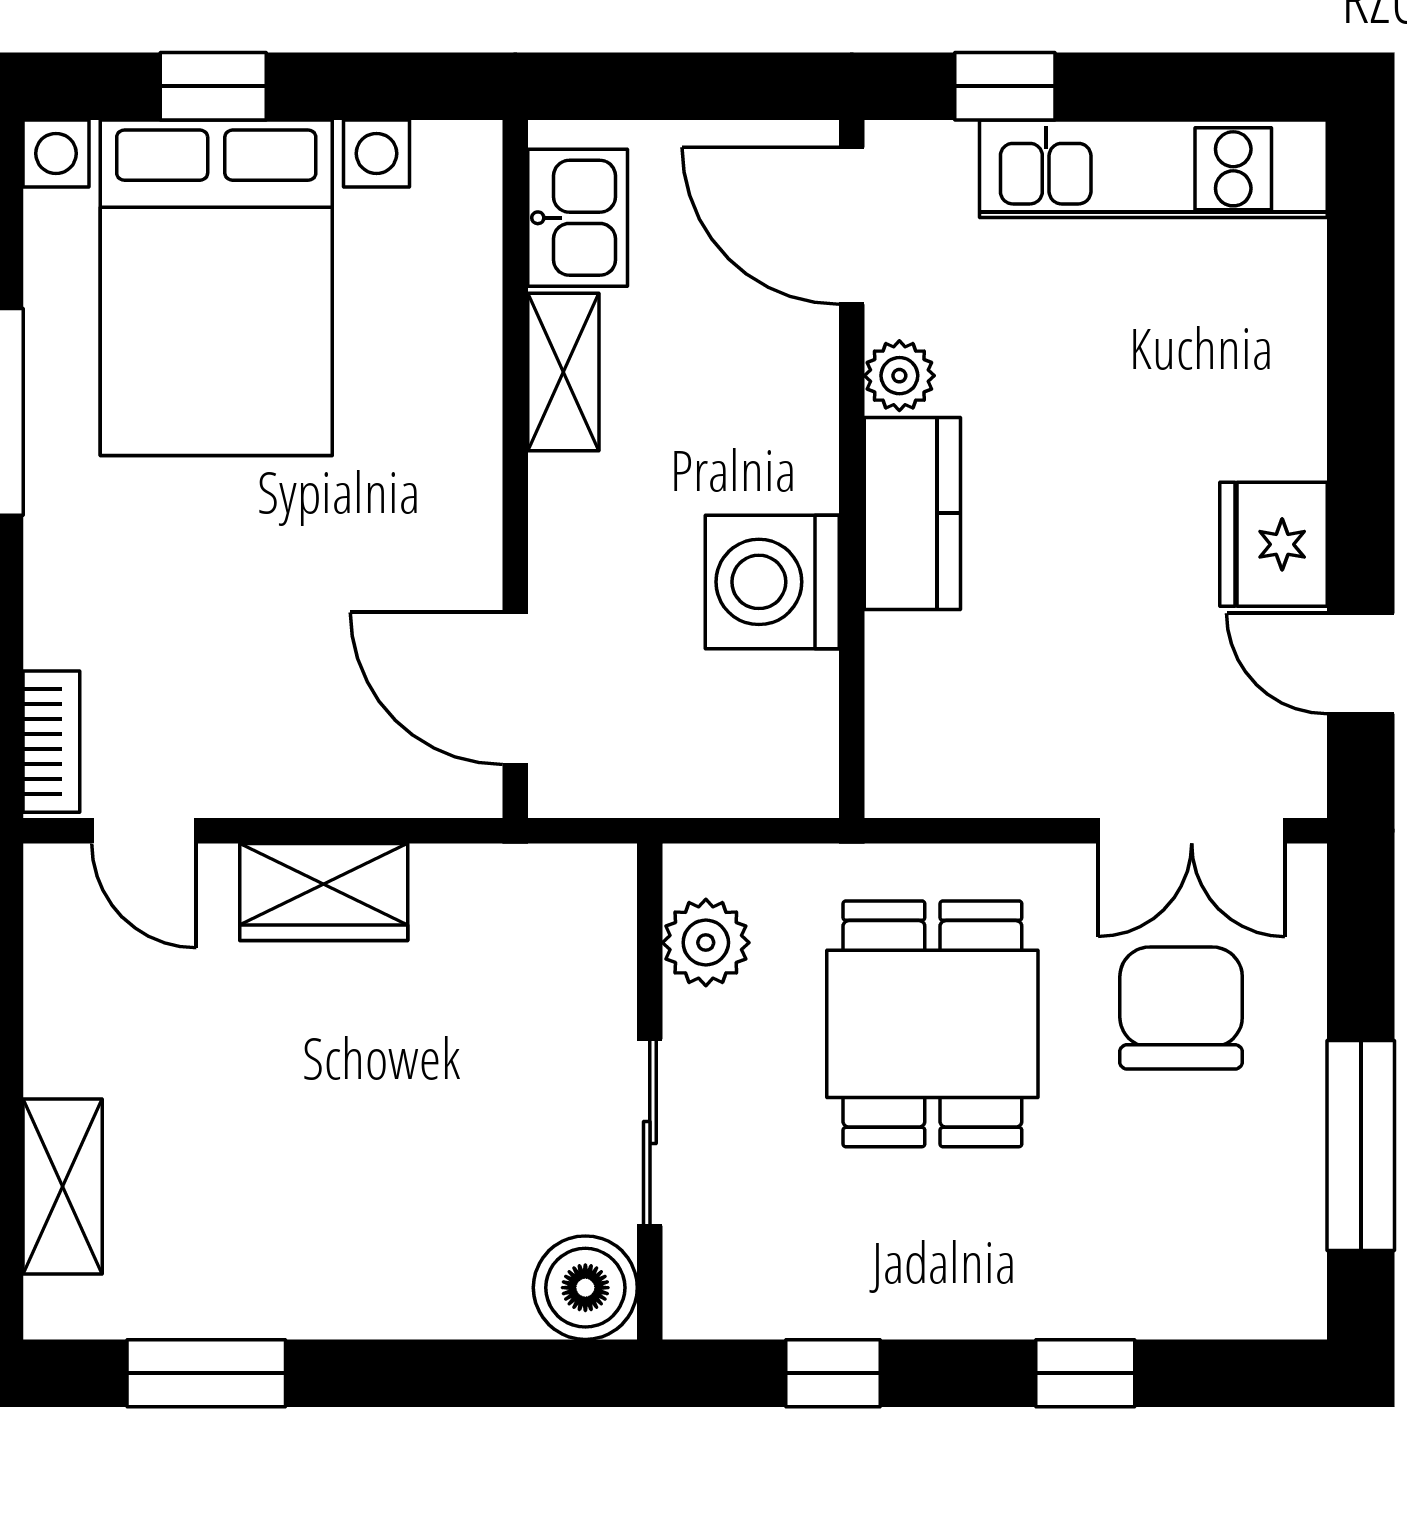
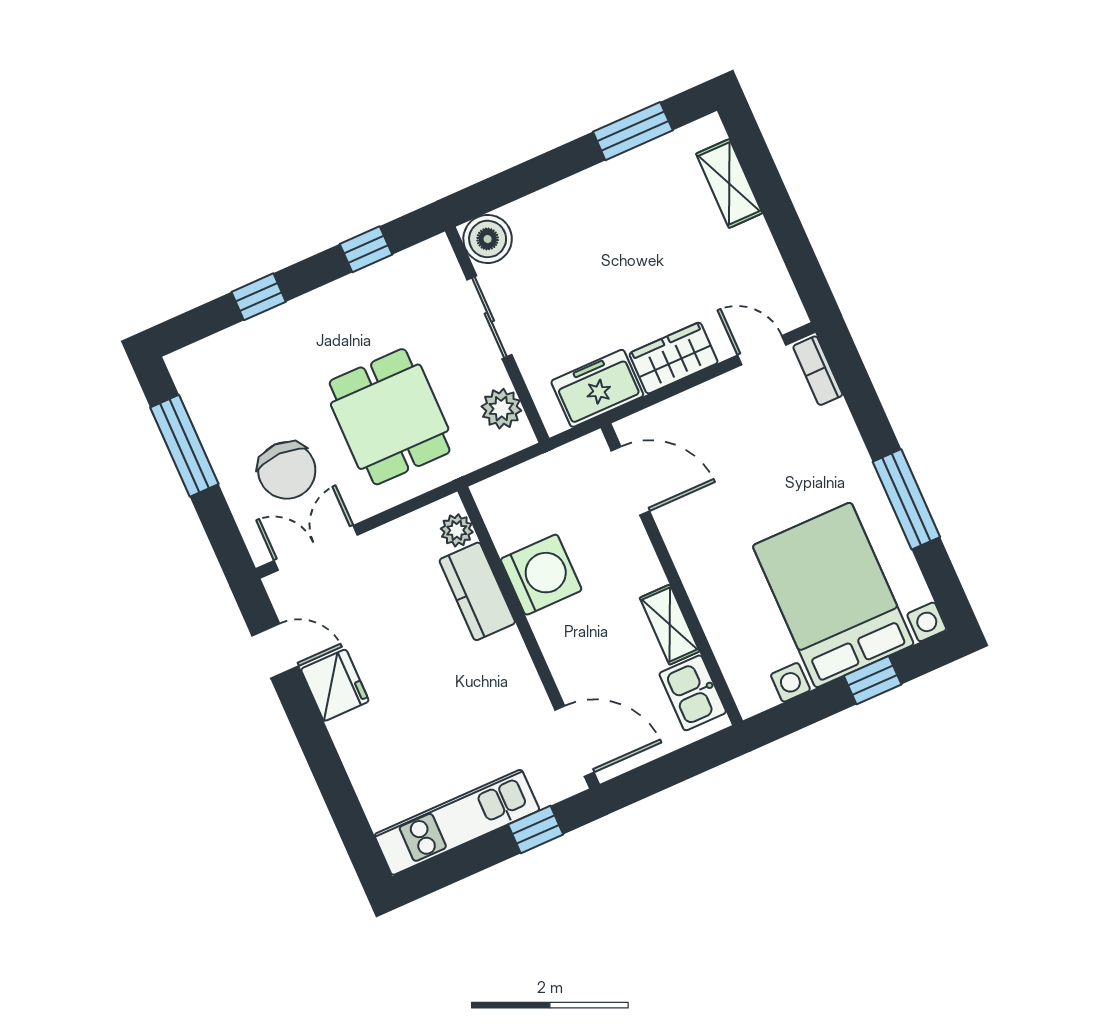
plant: (899, 376) -> (457, 530), moved
kitchen counter: (912, 513) -> (477, 591), moved
freezer: (500, 899) -> (597, 388), added

